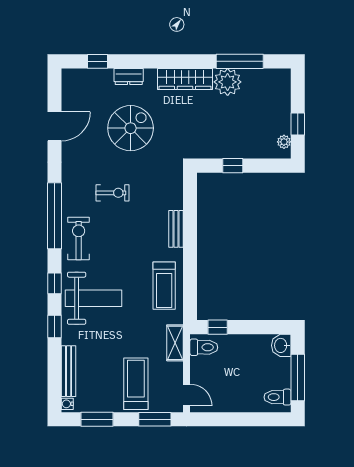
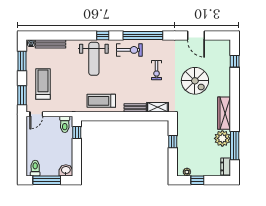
dresser: (129, 77) -> (226, 166), moved
window: (54, 326) -> (77, 36), removed
shelving: (175, 343) -> (158, 107), moved
treadmill: (136, 384) -> (43, 84), turned -90

